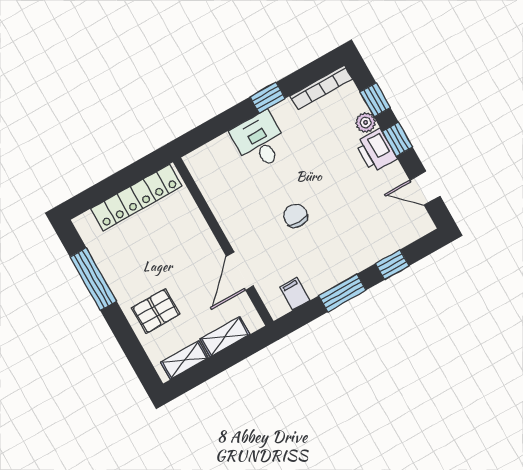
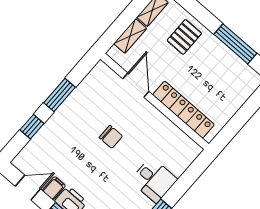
locker: (136, 197) -> (184, 110), moved, turned 90
filing cabinet: (295, 294) -> (54, 188), moved, turned -90

